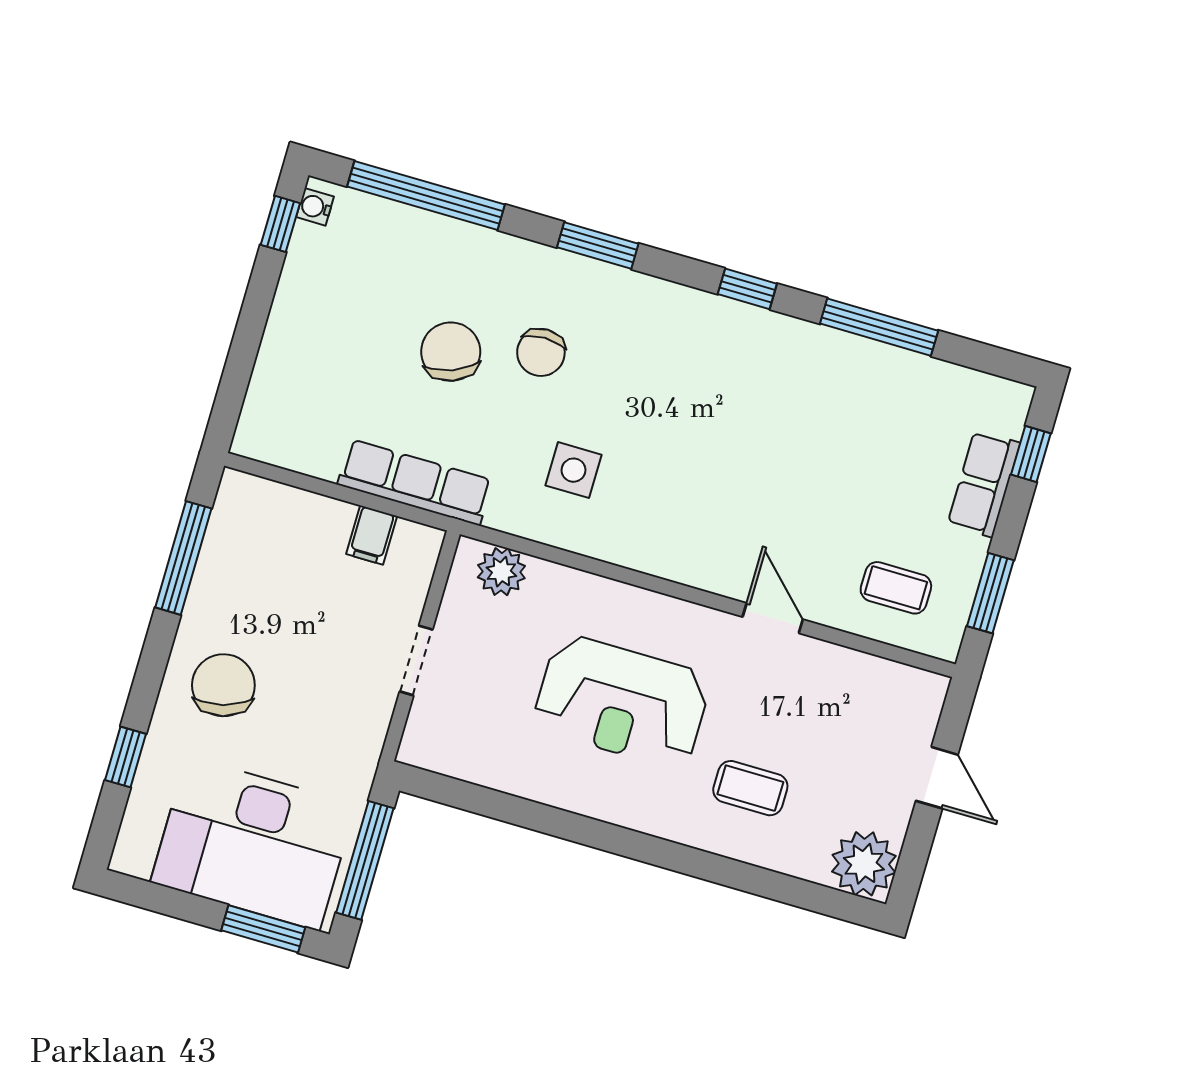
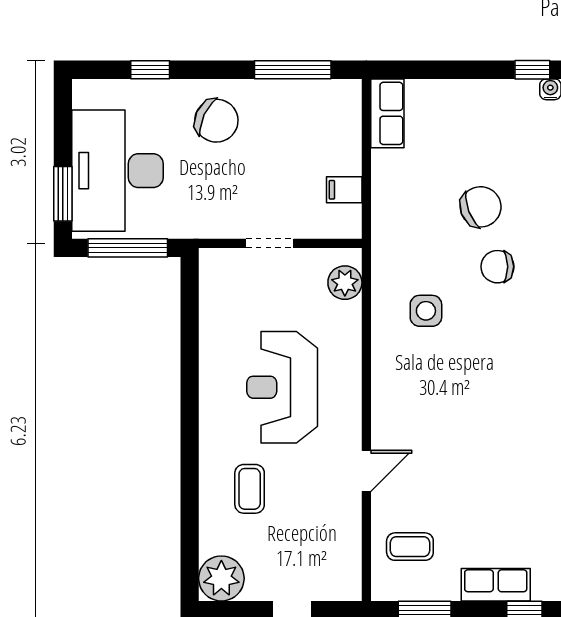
row of seats: (415, 482) -> (387, 113), moved, width x0.68
coffee table: (896, 588) -> (410, 547), turned 90
chair: (223, 685) -> (216, 121), turned 40

